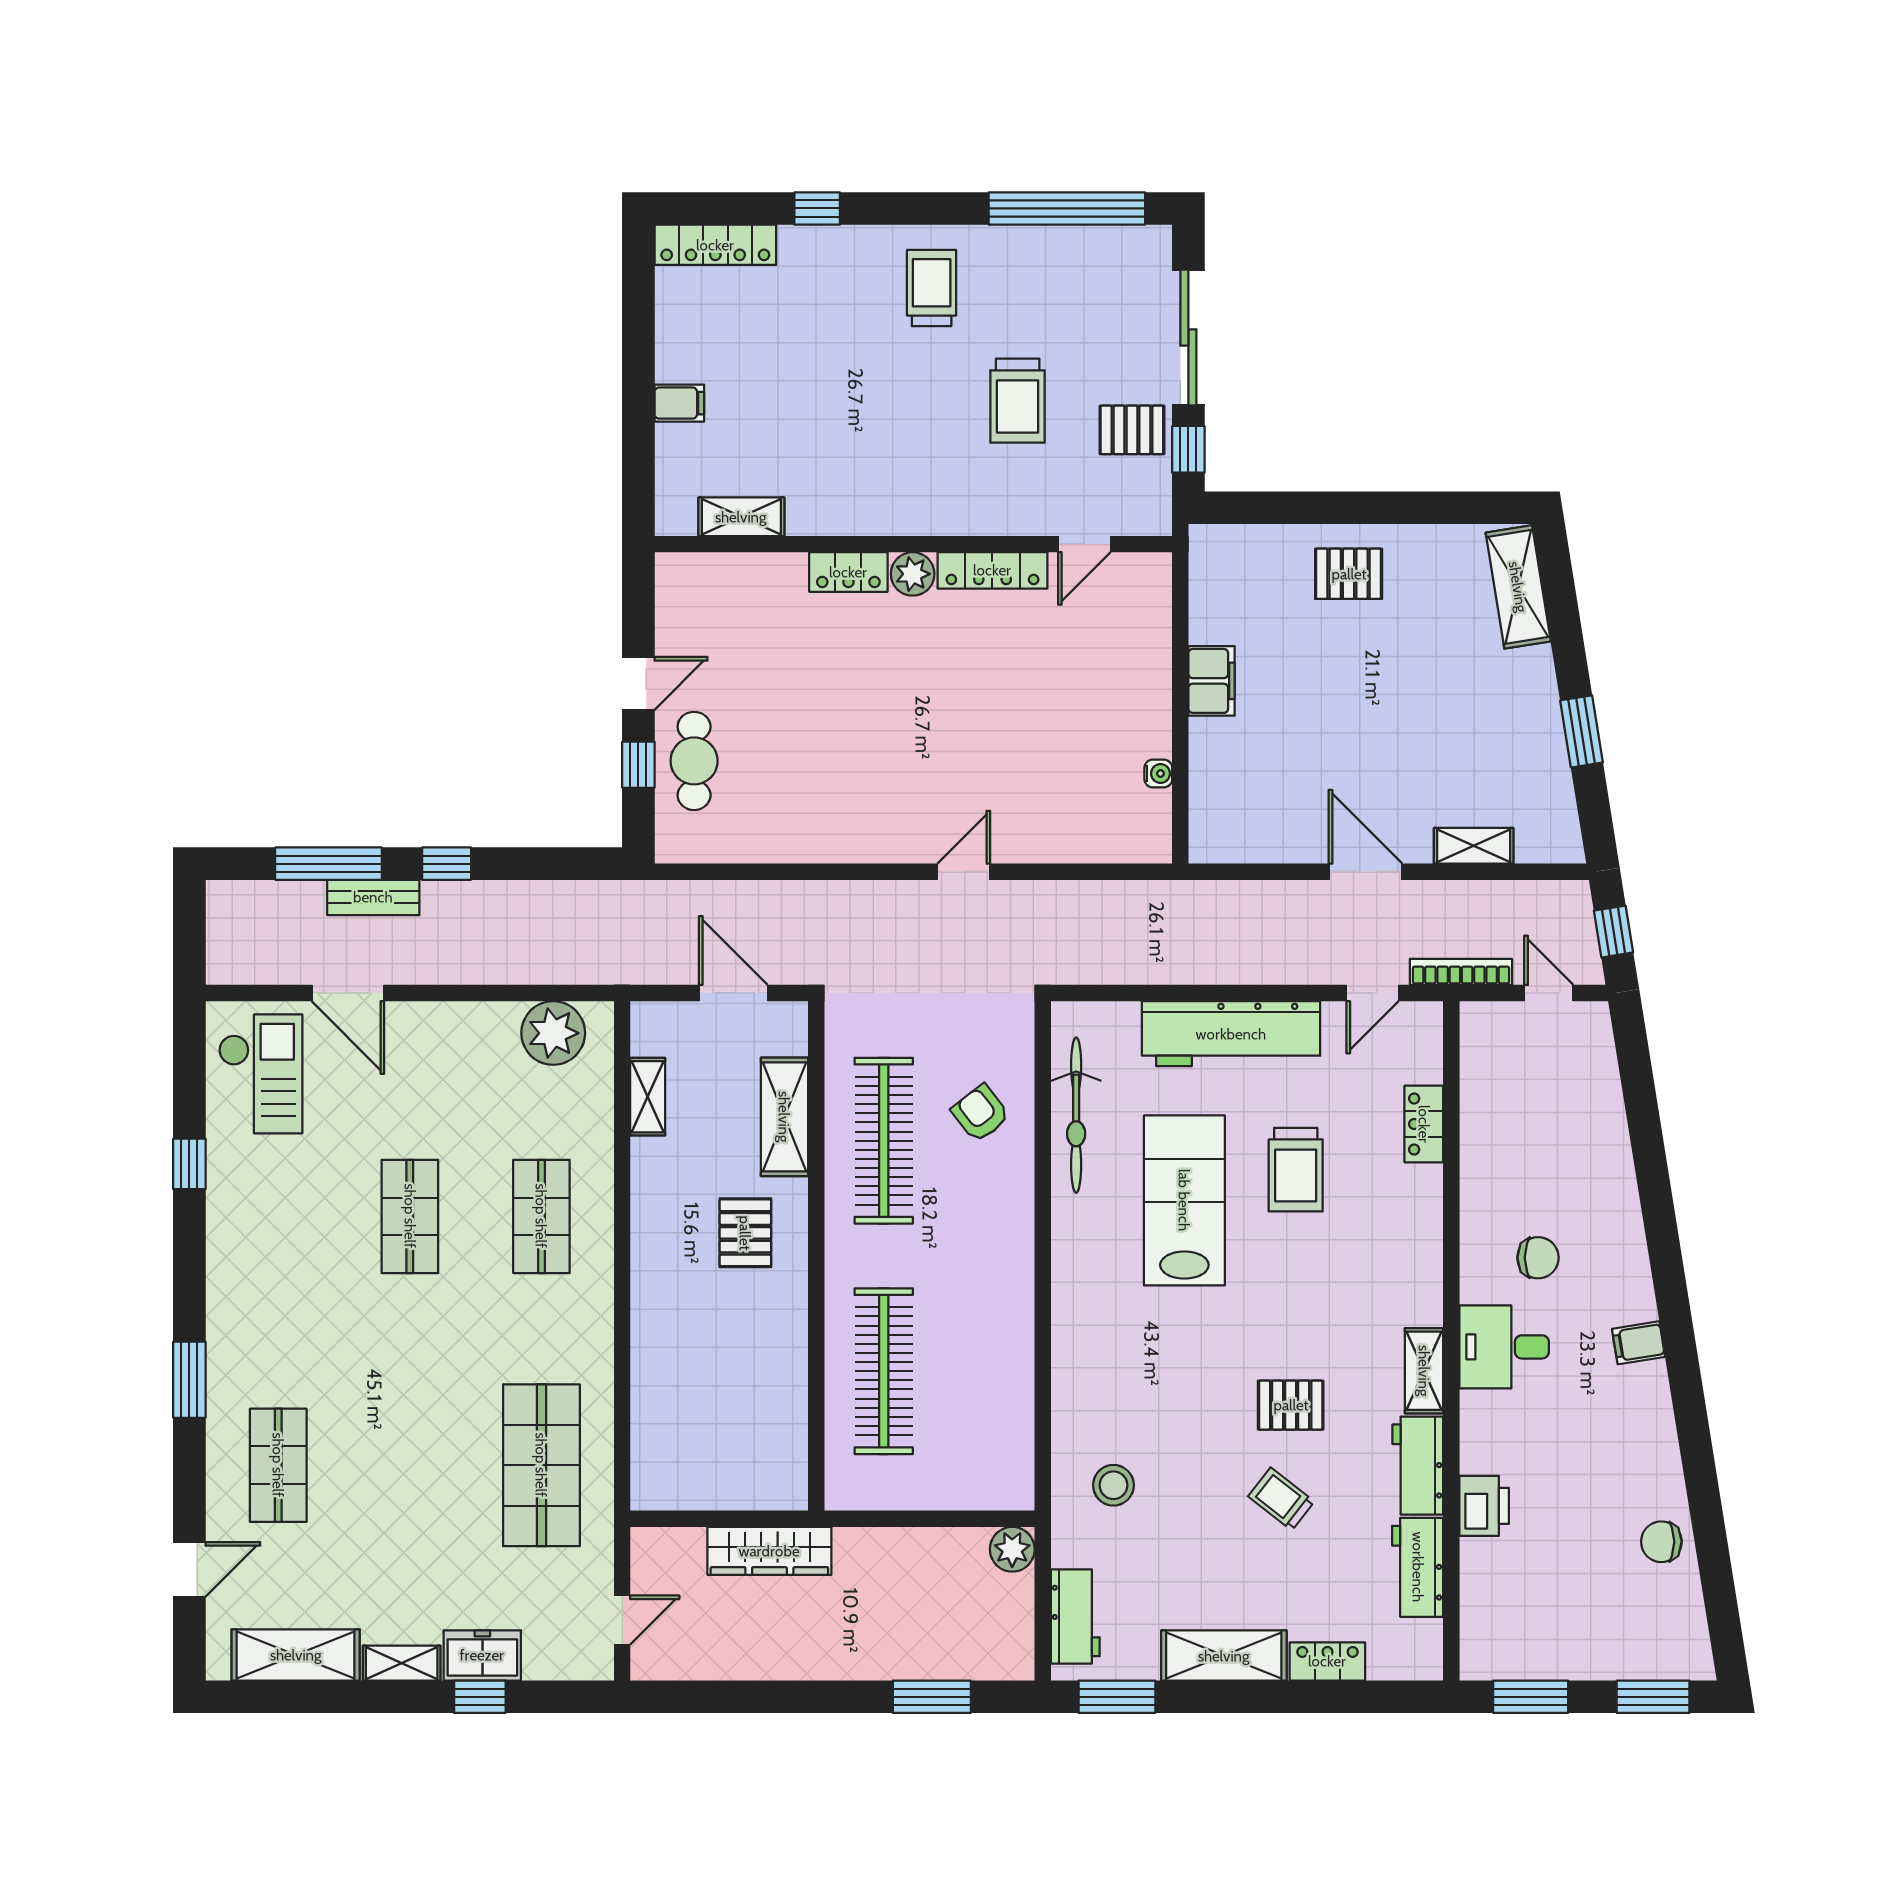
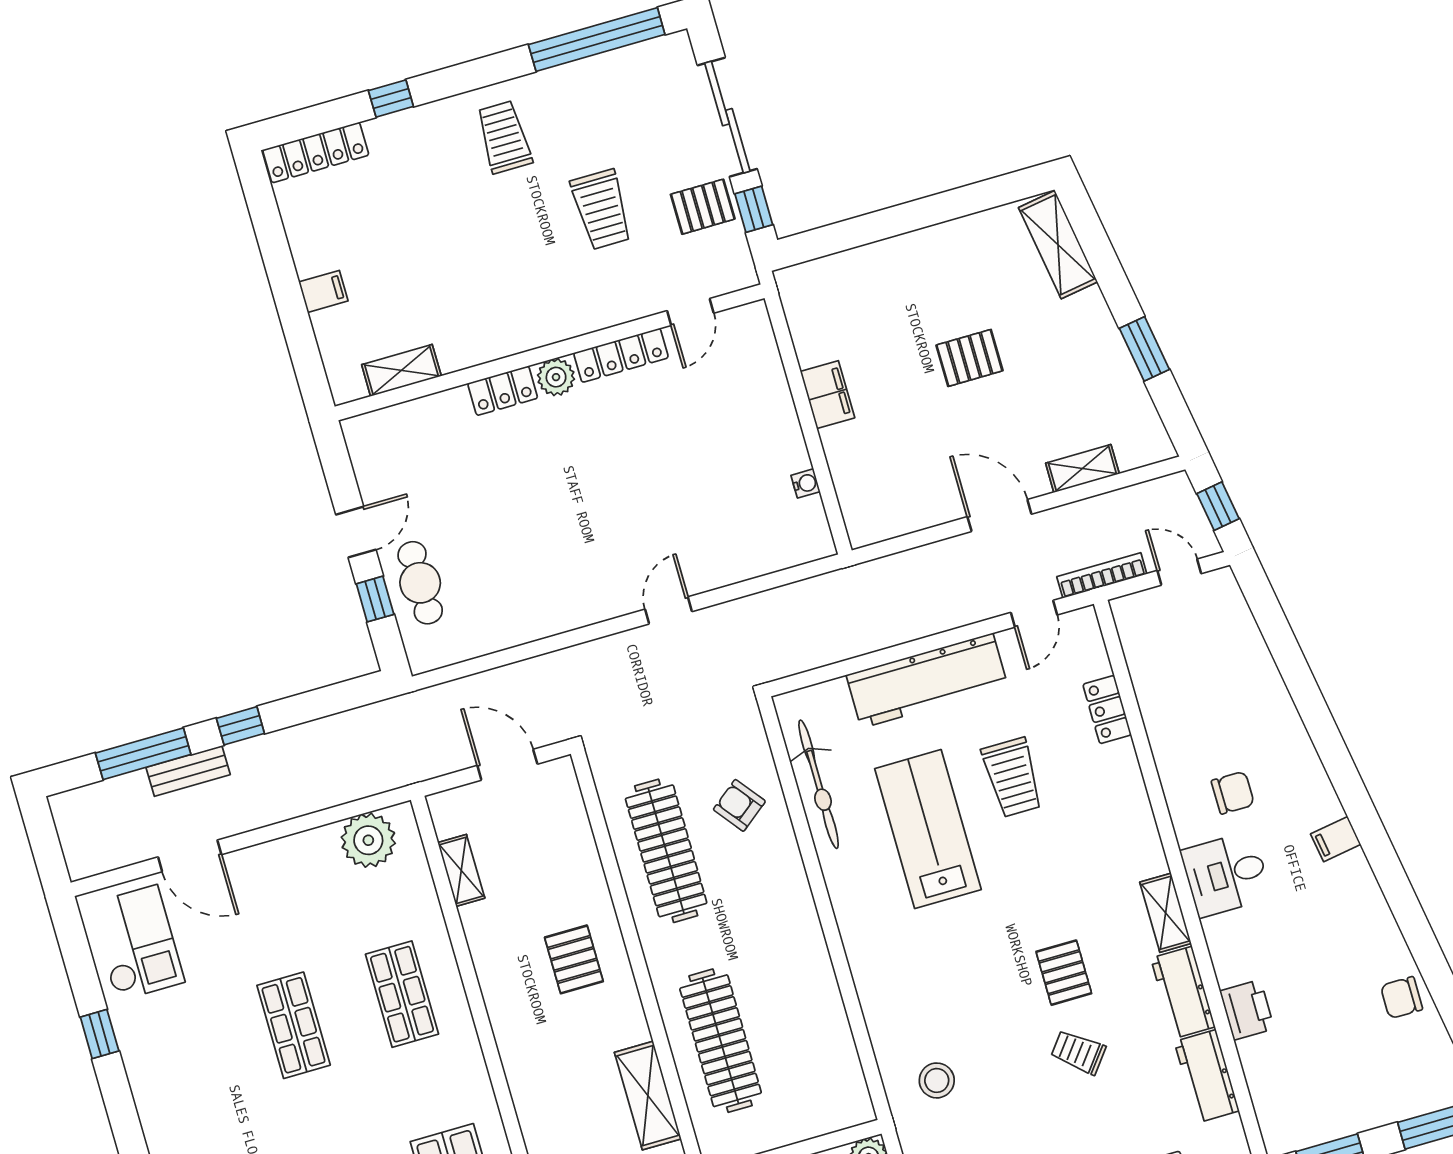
pallet: (1349, 574) -> (969, 358), moved
shelving: (784, 1117) -> (648, 1096), moved
pallet: (1291, 1405) -> (1064, 973), turned 90

